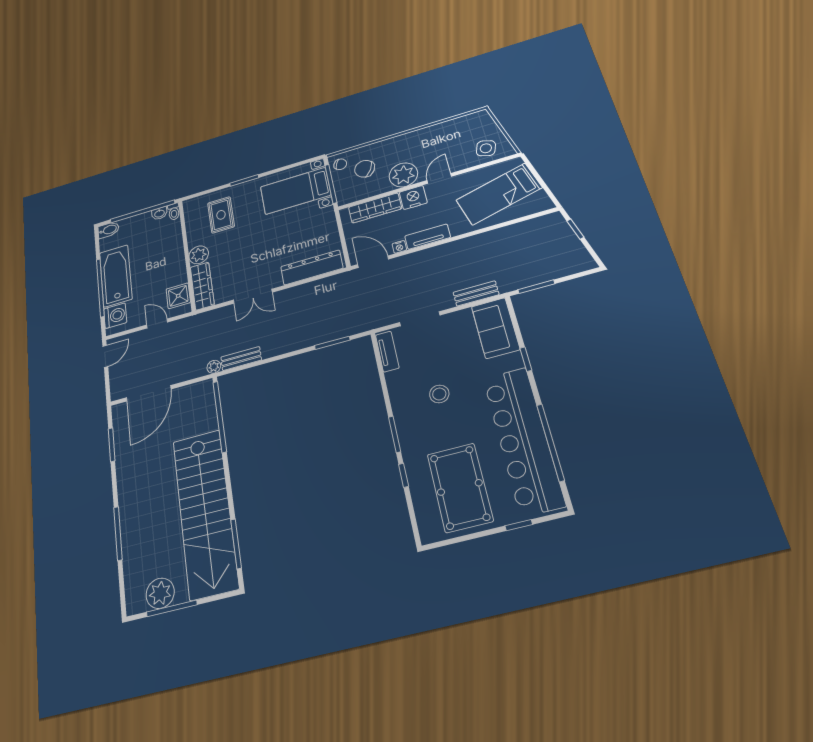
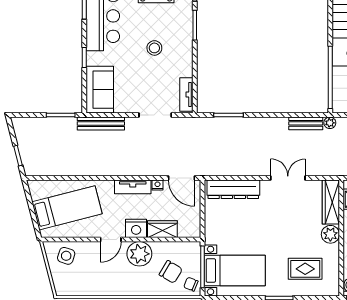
wardrobe: (375, 208) -> (162, 229), width x0.67
rug: (221, 215) -> (305, 269), turned 90
bench: (476, 293) -> (101, 123), width x1.36

